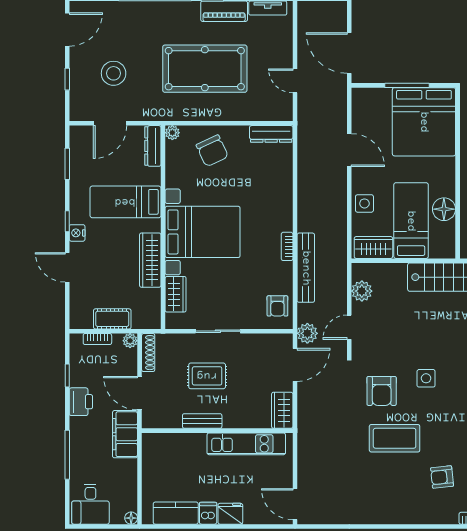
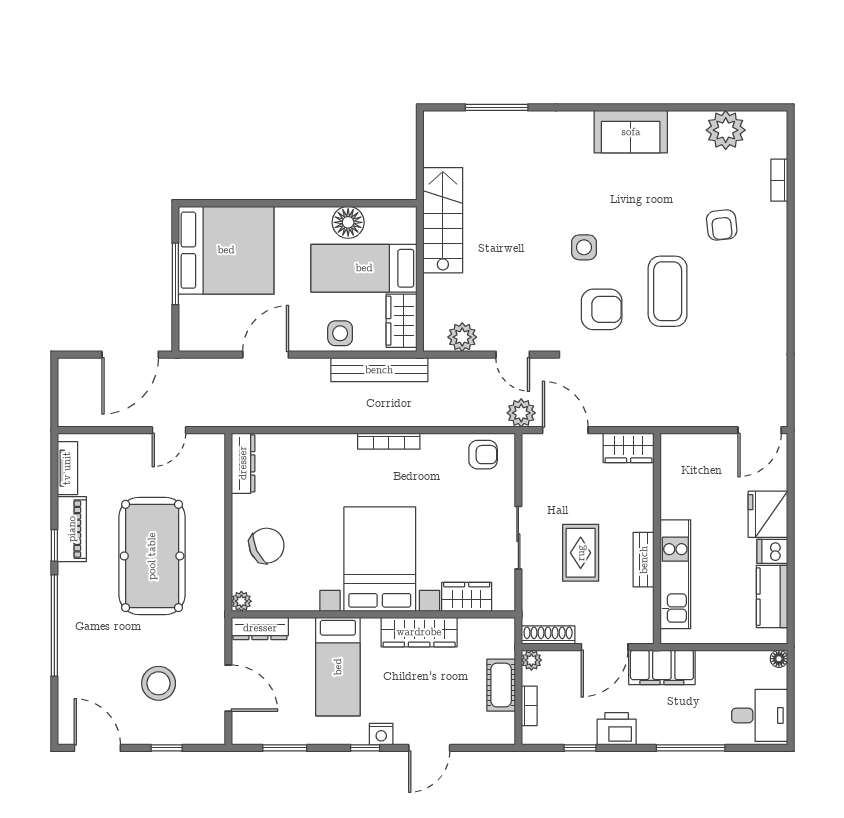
bookcase: (287, 246) -> (389, 441), width x1.56
bench: (306, 268) -> (379, 370), moved
kitchen unit: (246, 444) -> (675, 574), moved
fridge: (230, 514) -> (768, 514), width x1.36, depth x1.34

